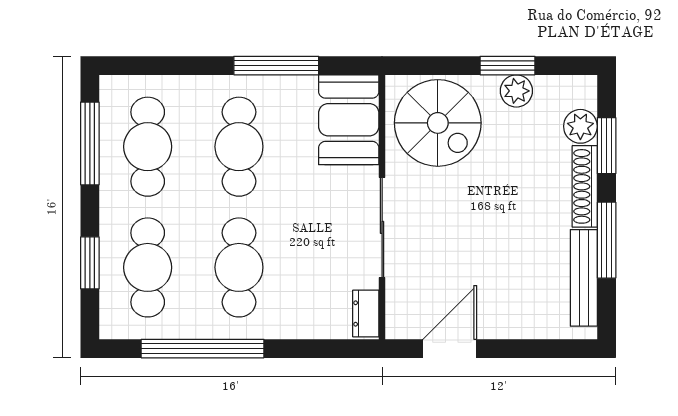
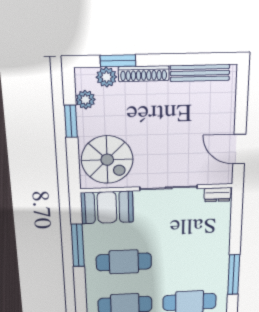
plant: (516, 91) -> (85, 100), moved
spiral stairs: (438, 123) -> (107, 160), turned 90
window: (607, 240) -> (177, 60), removed
cafe table: (239, 267) -> (190, 259), removed
window: (203, 349) -> (234, 275), width x0.68

